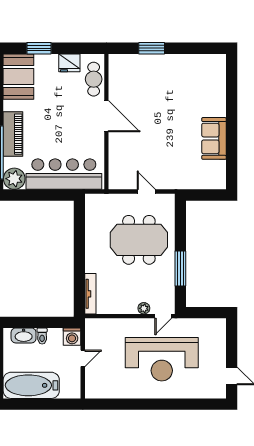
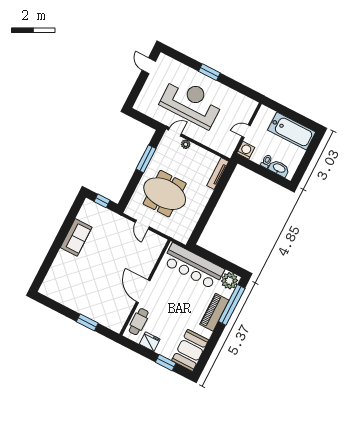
window: (206, 195) -> (102, 201), added
window: (159, 404) -> (209, 72), added

